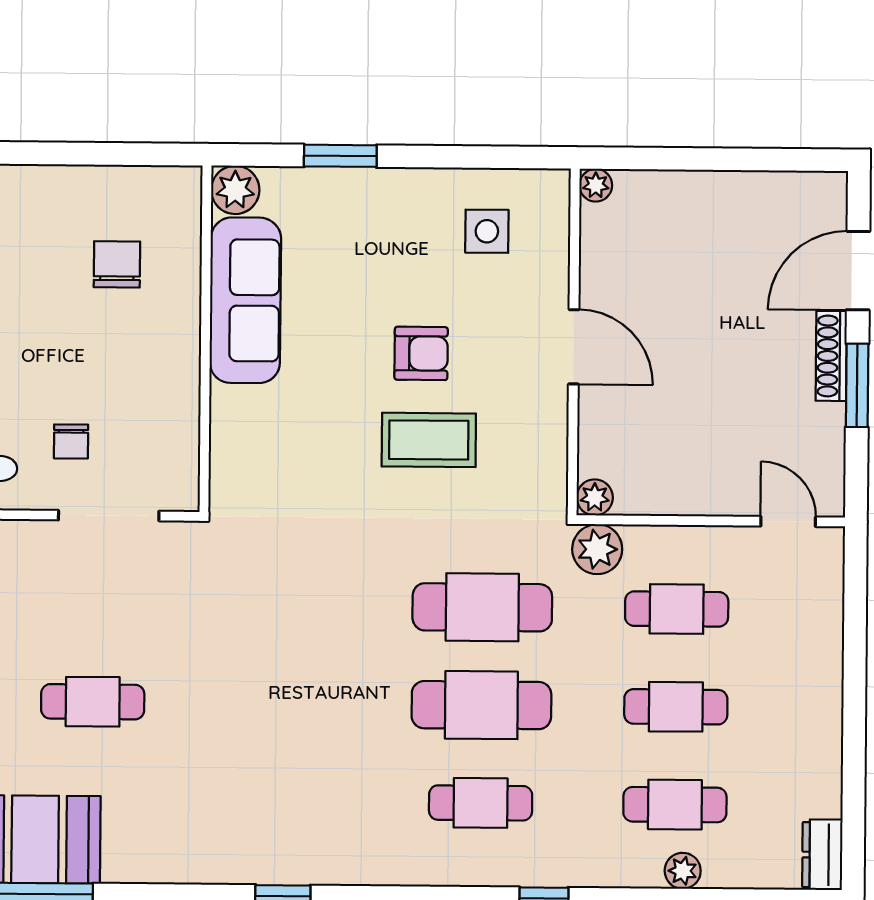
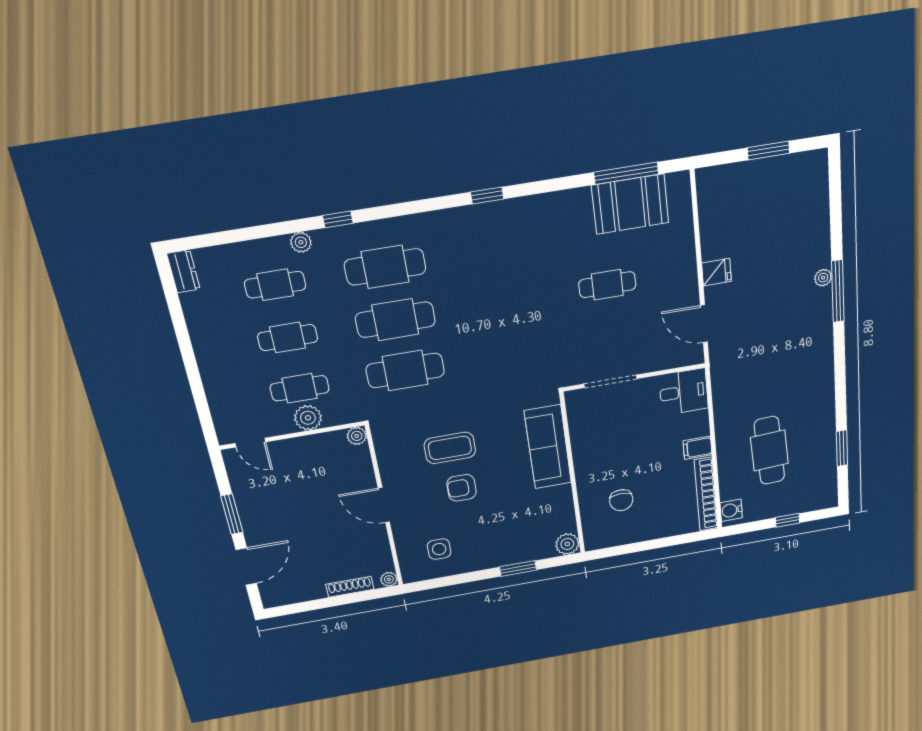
sofa: (245, 300) -> (548, 447), moved
shoe rack: (831, 356) -> (350, 587), moved, turned -90
chair: (71, 441) -> (634, 414), removed
plant: (597, 549) -> (308, 418), moved
cafe table: (481, 803) -> (385, 267), width x1.37, depth x1.35
plant: (683, 871) -> (301, 242), moved

